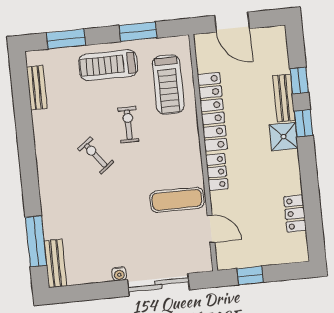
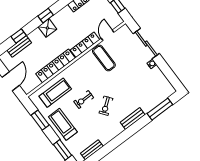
treadmill: (108, 65) -> (63, 124), turned 180
bench: (284, 98) -> (19, 46), moved
window: (303, 123) -> (46, 16), moved
locker: (217, 172) -> (85, 45), width x1.53
bench: (55, 263) -> (133, 119), moved

